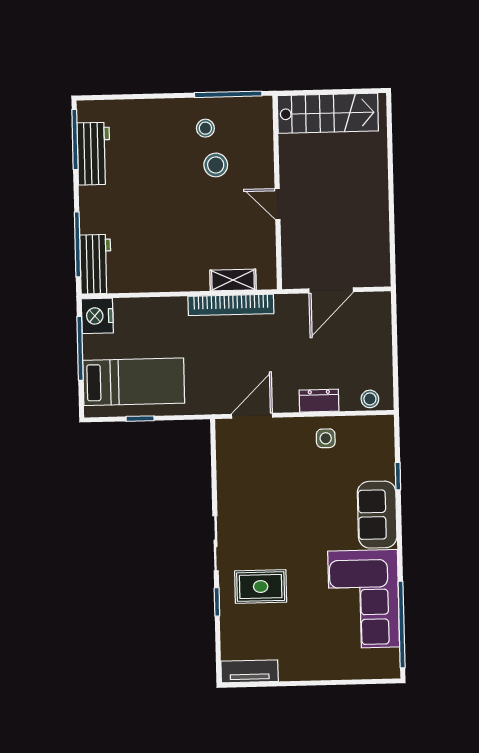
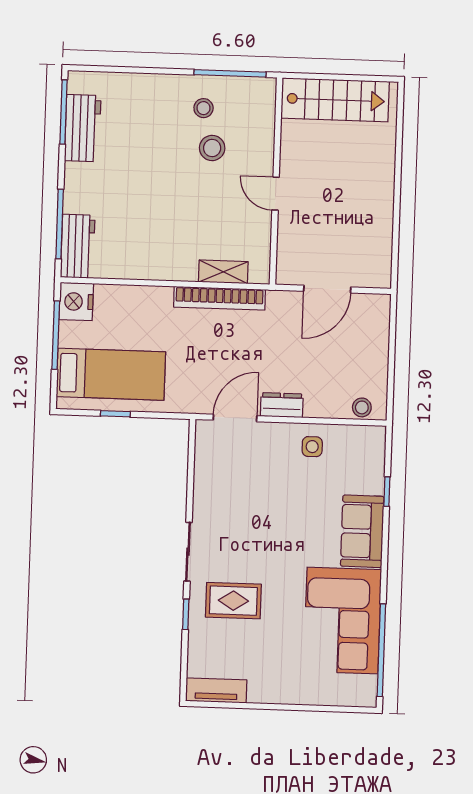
dresser: (319, 401) -> (282, 405), moved

